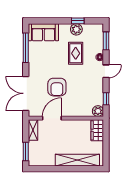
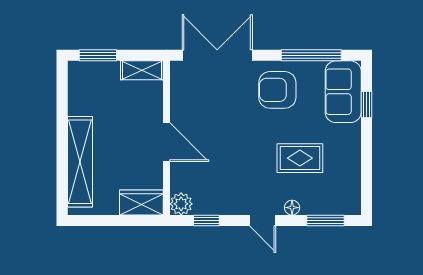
window: (78, 21) -> (367, 105), moved
plant: (76, 29) -> (349, 159), removed
armchair: (57, 87) -> (277, 90), moved
door: (52, 118) -> (166, 142), moved

